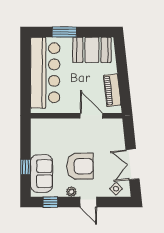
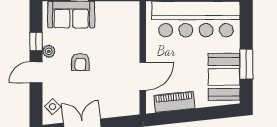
window: (64, 32) -> (246, 64), moved
armchair: (80, 166) -> (80, 62), width x0.53, depth x0.53
window: (50, 202) -> (36, 42), moved

